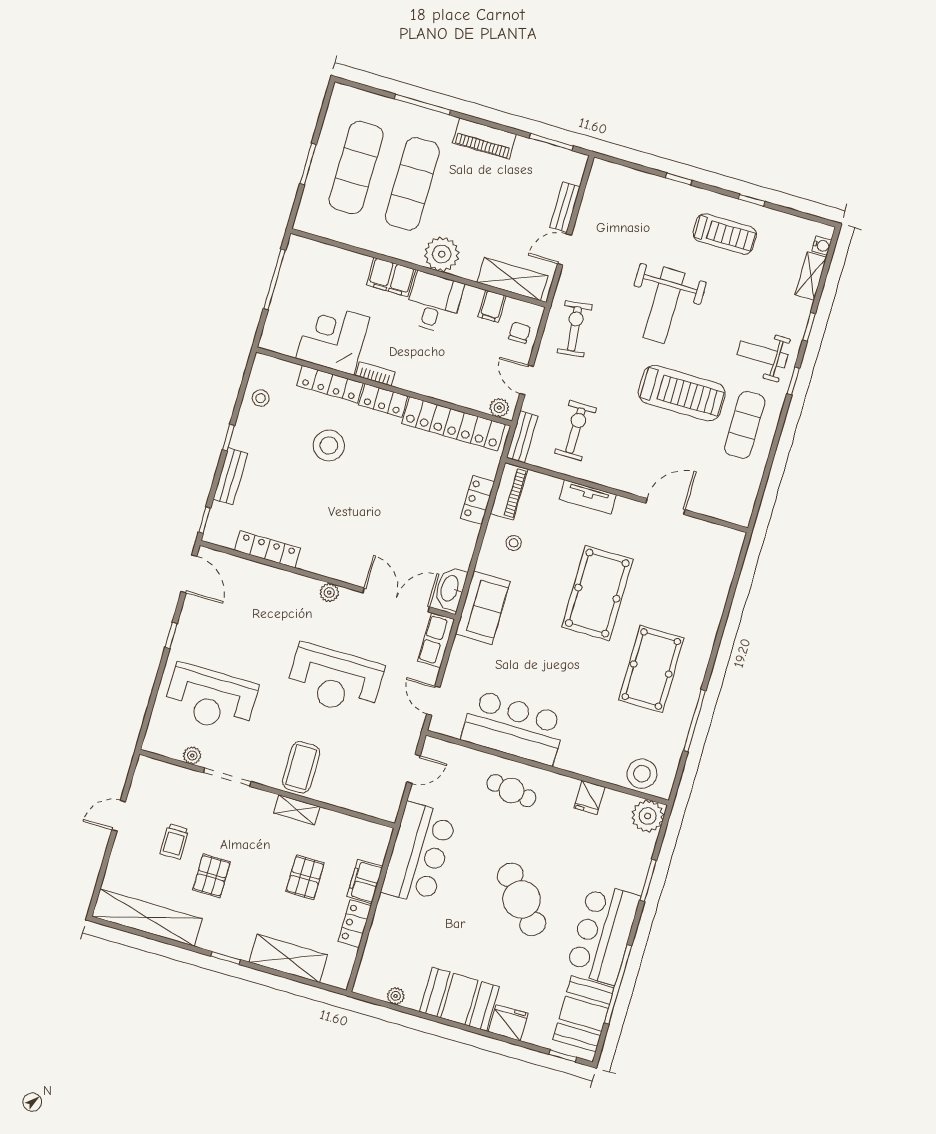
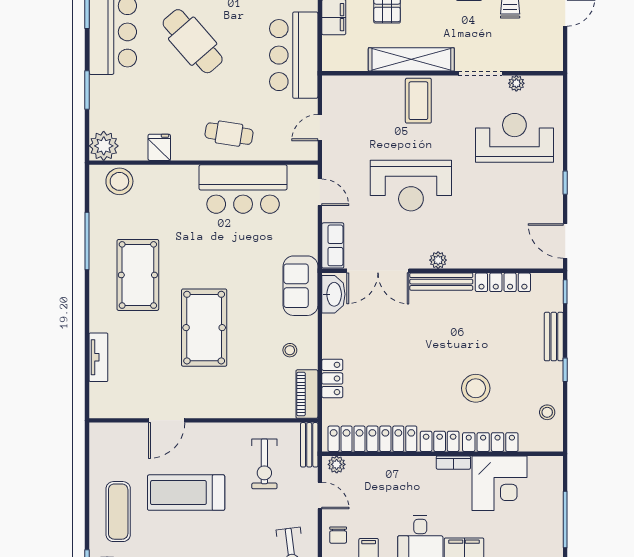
treadmill: (682, 393) -> (186, 493), moved
tv unit: (588, 497) -> (98, 357), moved, turned 90
bench: (332, 569) -> (441, 282), added
reception desk: (335, 680) -> (411, 186), turned 180
shelving: (297, 810) -> (411, 59), width x2.20, depth x1.33

